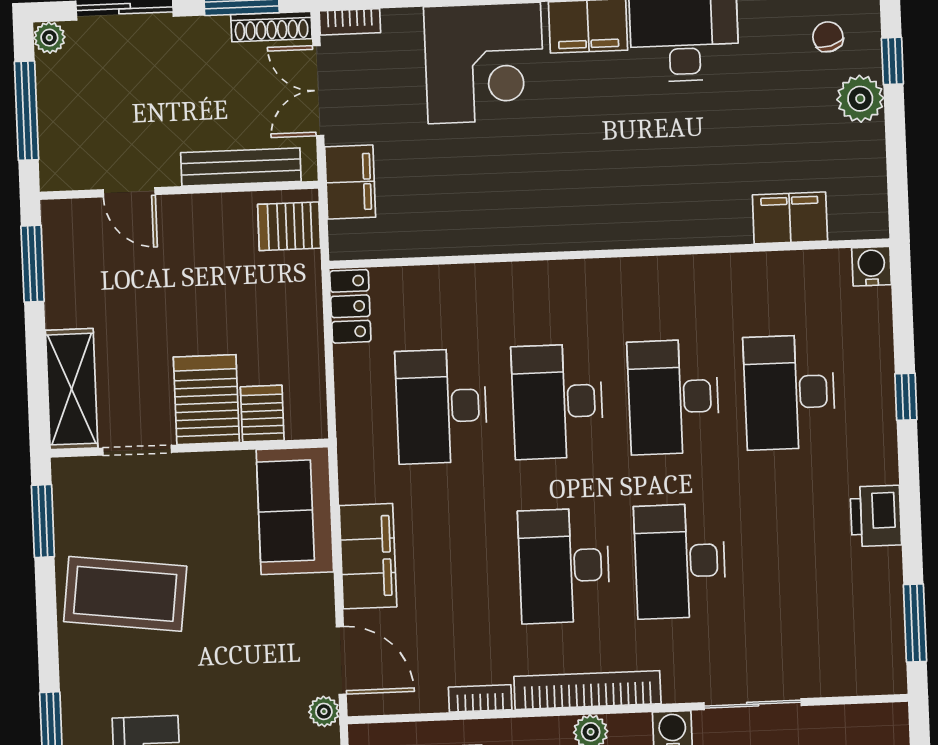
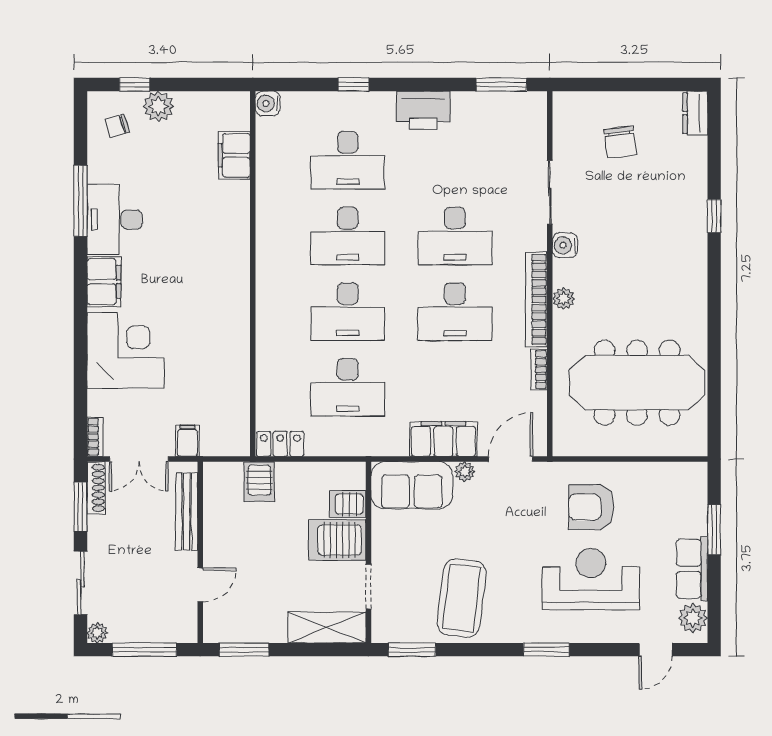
filing cabinet: (350, 182) -> (188, 441), width x0.50
server rack: (289, 226) -> (259, 482), moved
printer: (876, 516) -> (423, 110), width x1.37, depth x1.19
plant: (324, 711) -> (465, 472), moved

